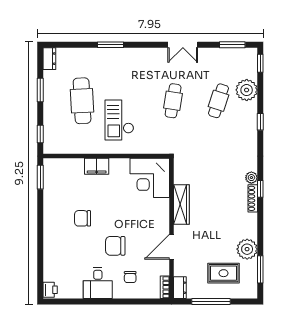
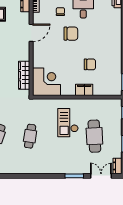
double door: (183, 45) -> (101, 176), moved
checkout: (119, 120) -> (68, 123), turned 180
wardrobe: (181, 205) -> (24, 75), moved
chair: (83, 218) -> (90, 64), moved

